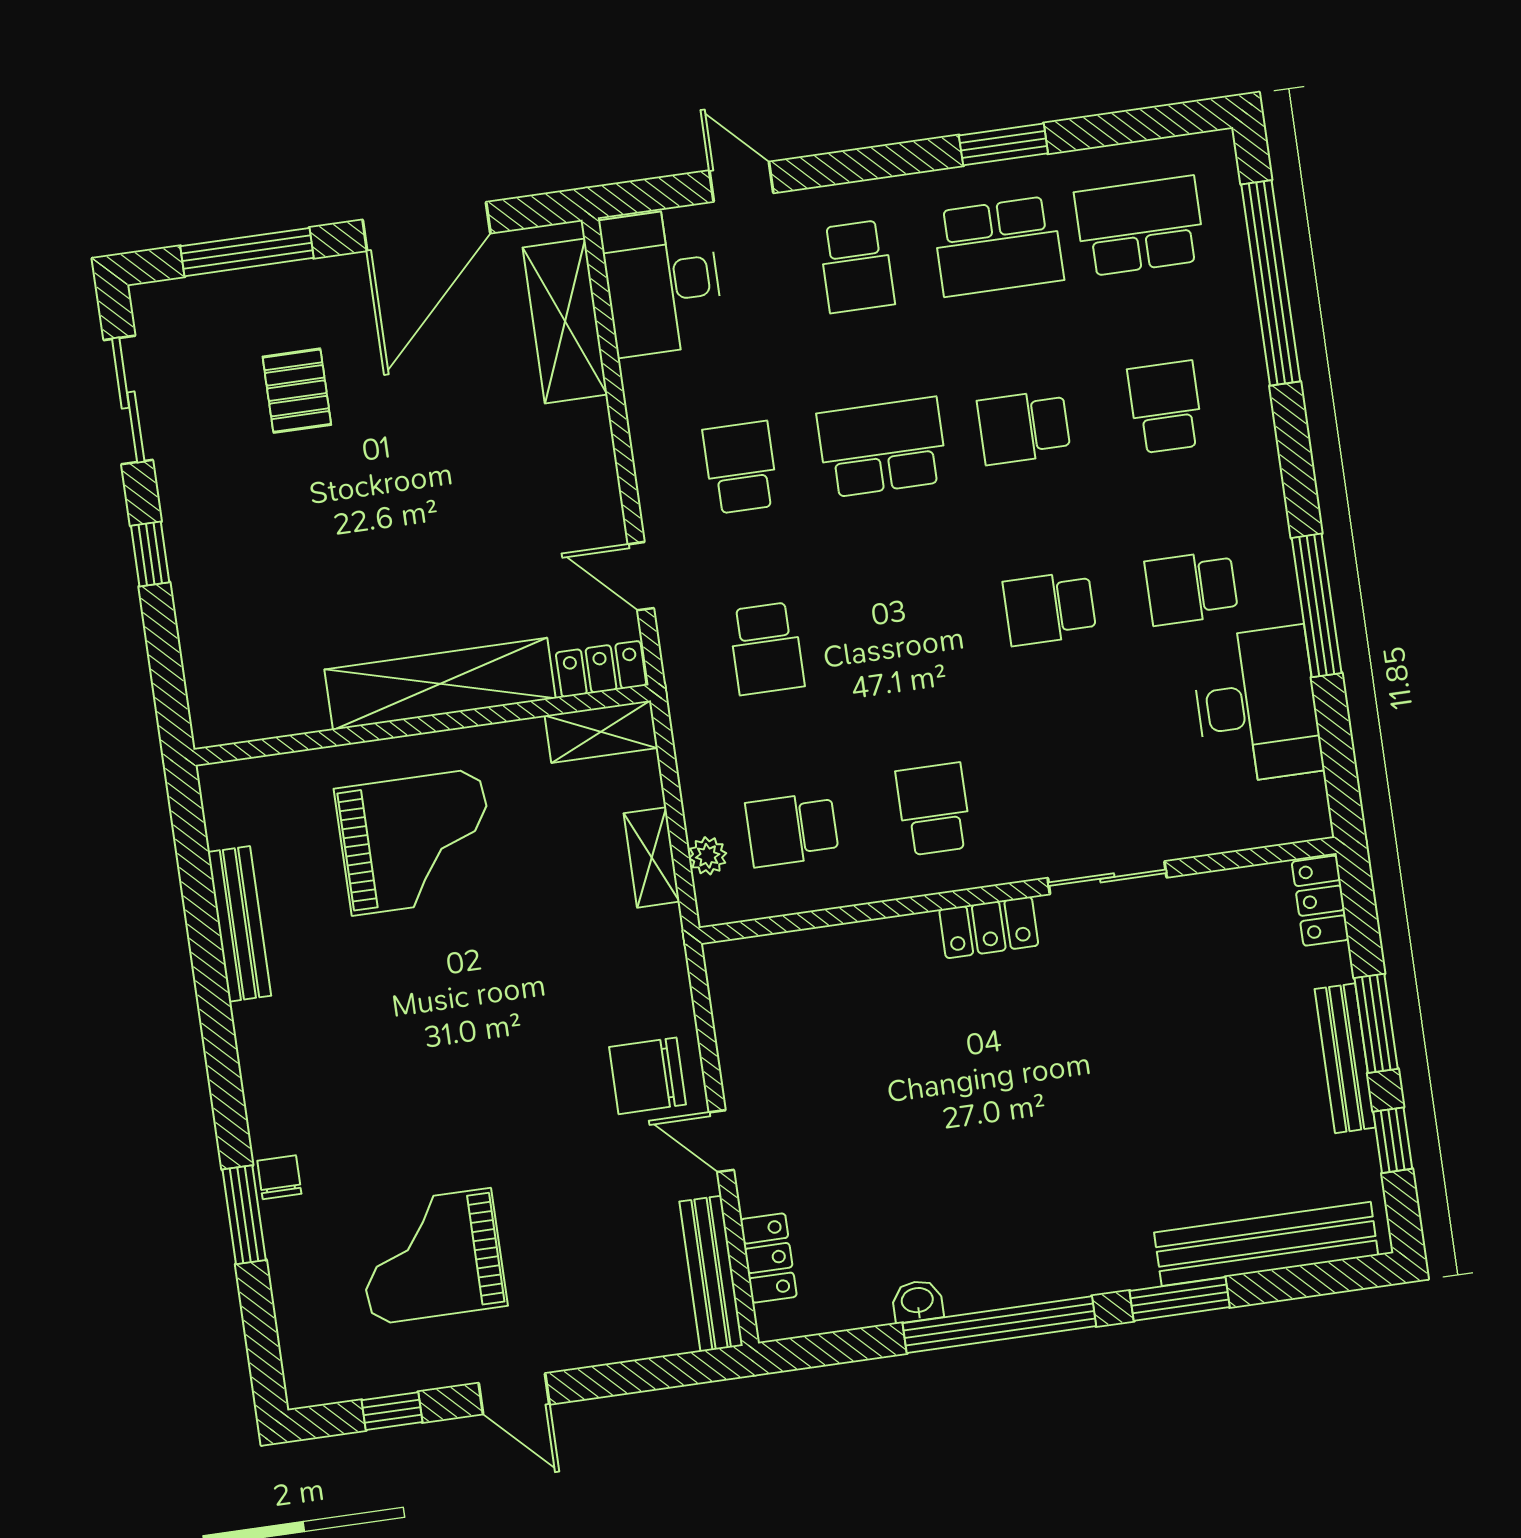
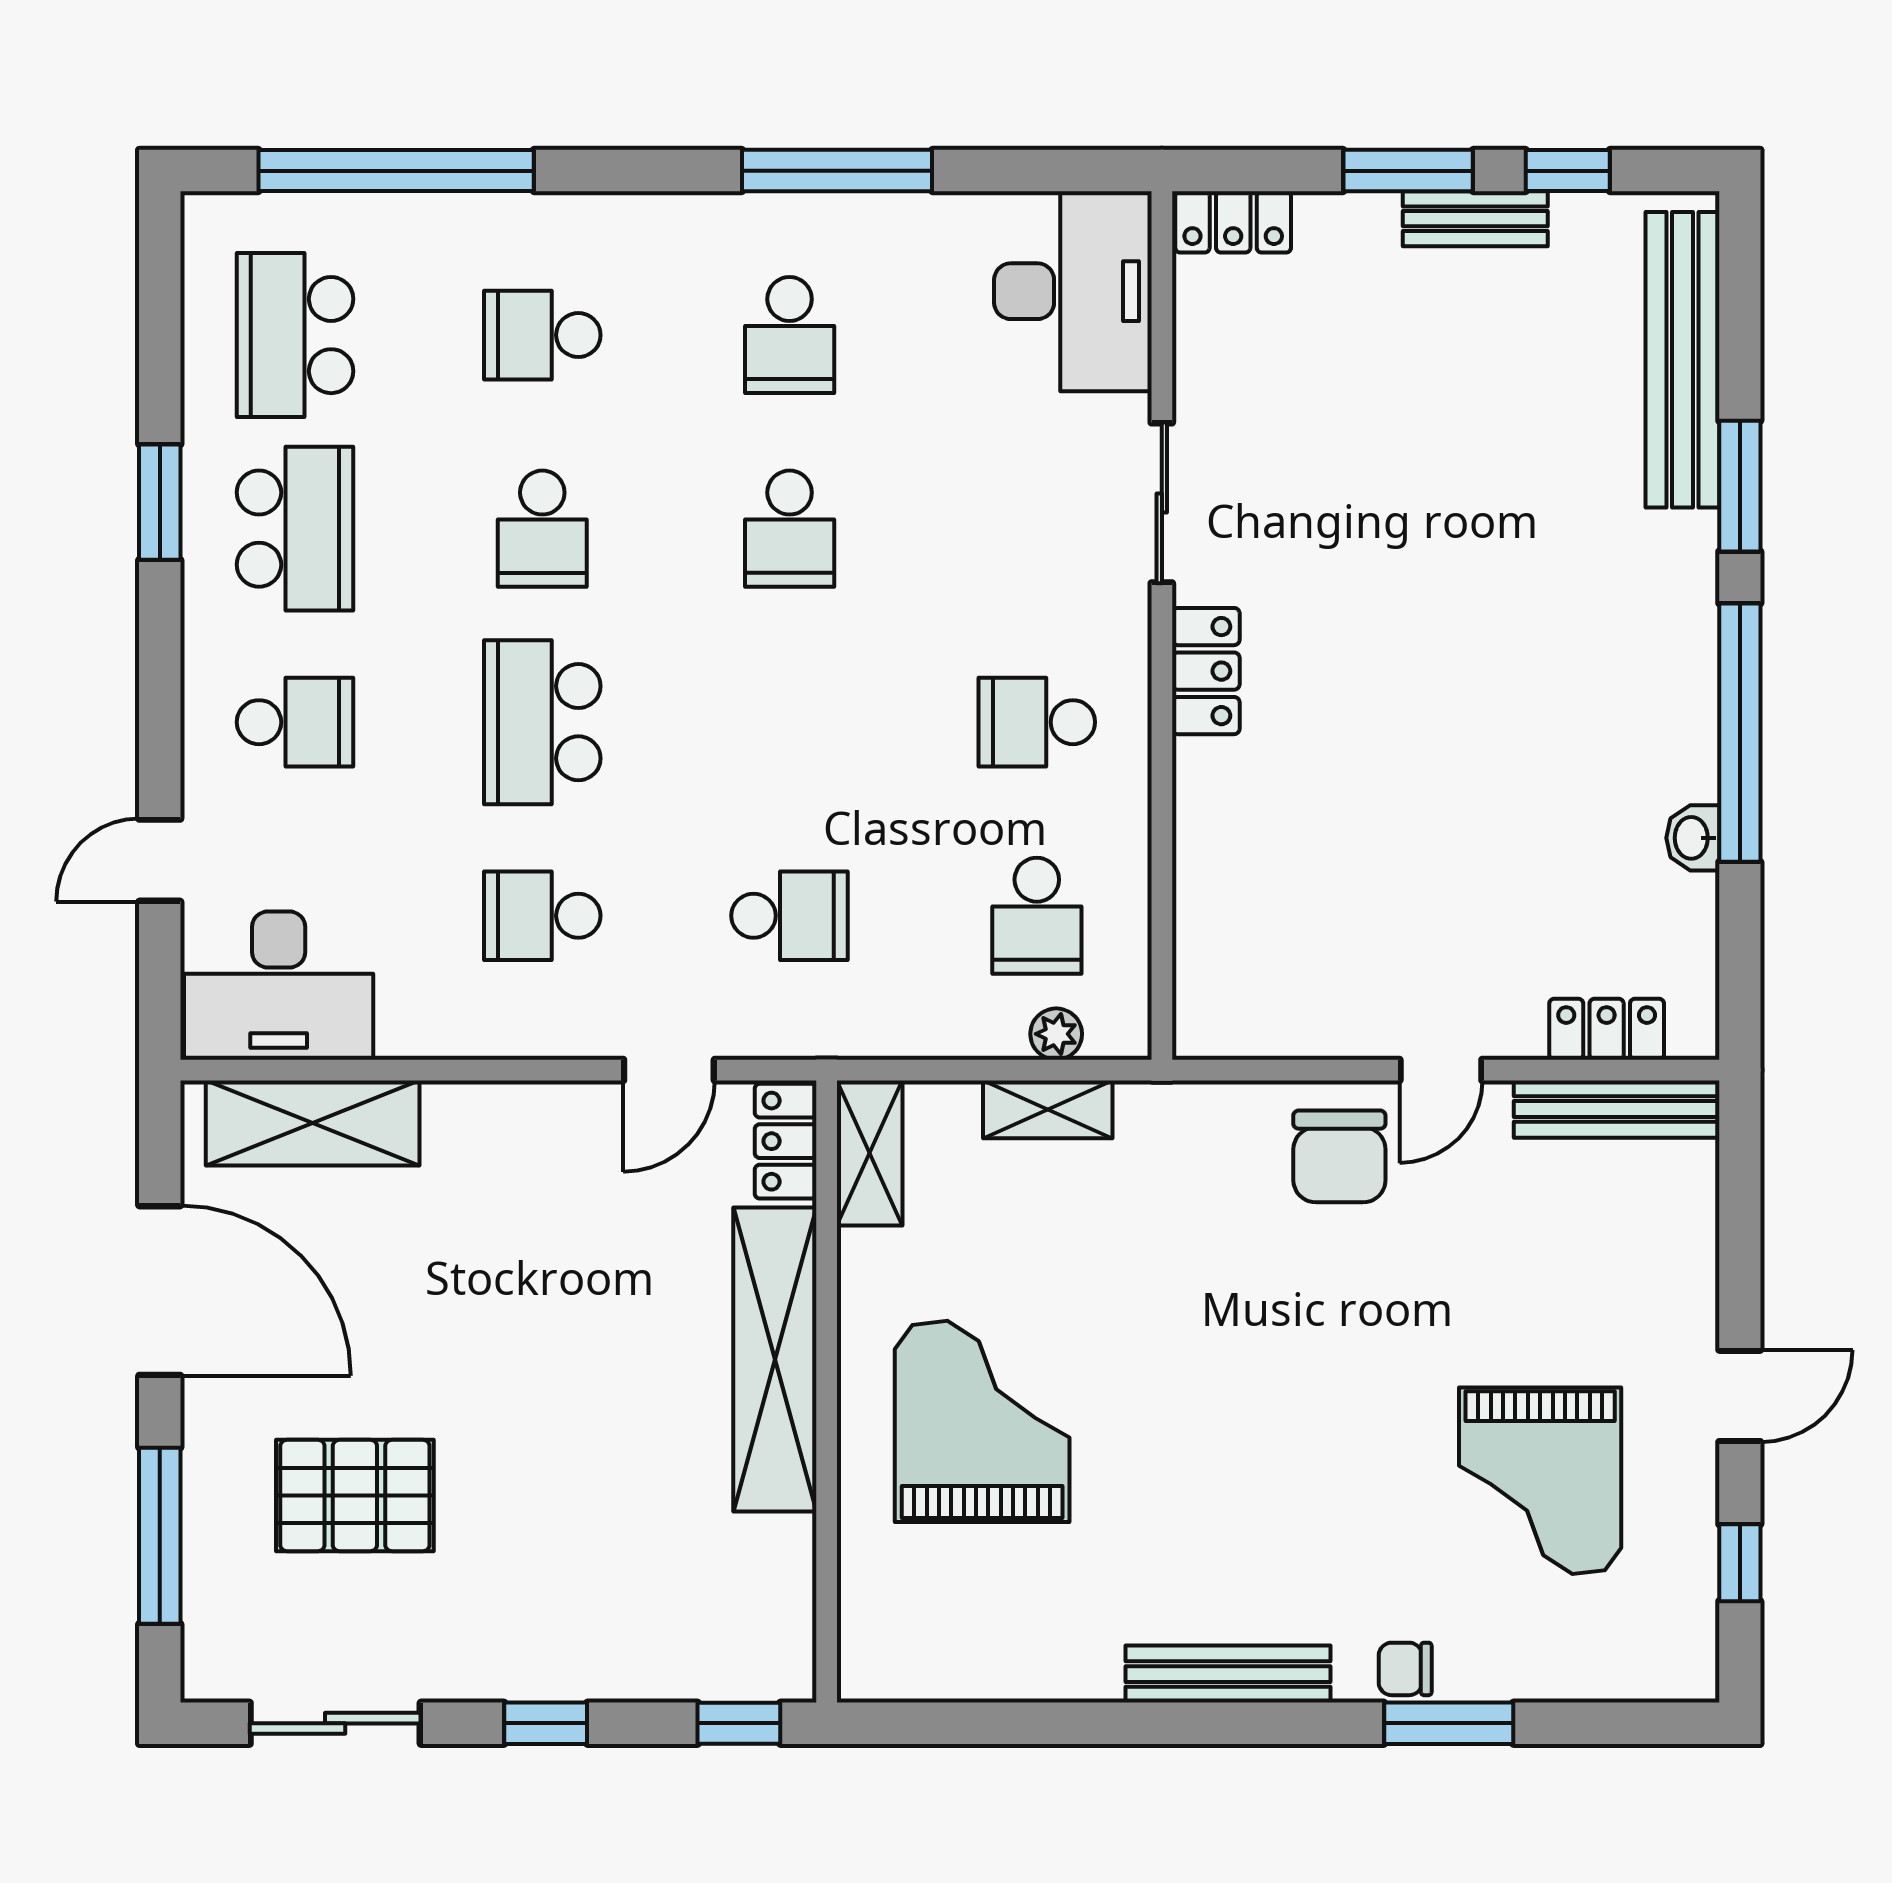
pallet: (297, 391) -> (355, 1496), width x1.50, depth x1.42
window: (170, 695) -> (739, 1723), added
desk: (1257, 705) -> (1073, 291), moved, turned 90
bench: (239, 924) -> (1228, 1674), moved
bench: (1345, 1058) -> (1475, 219), width x0.73

